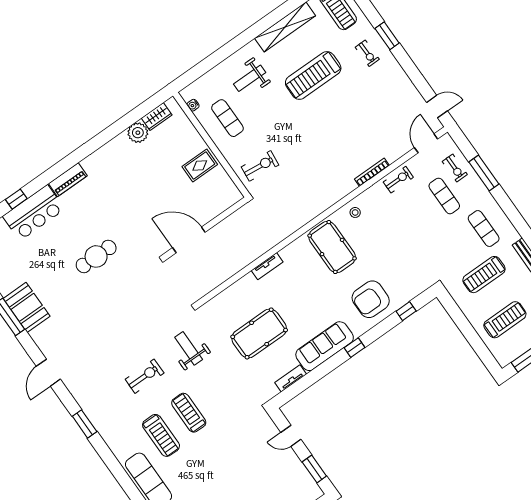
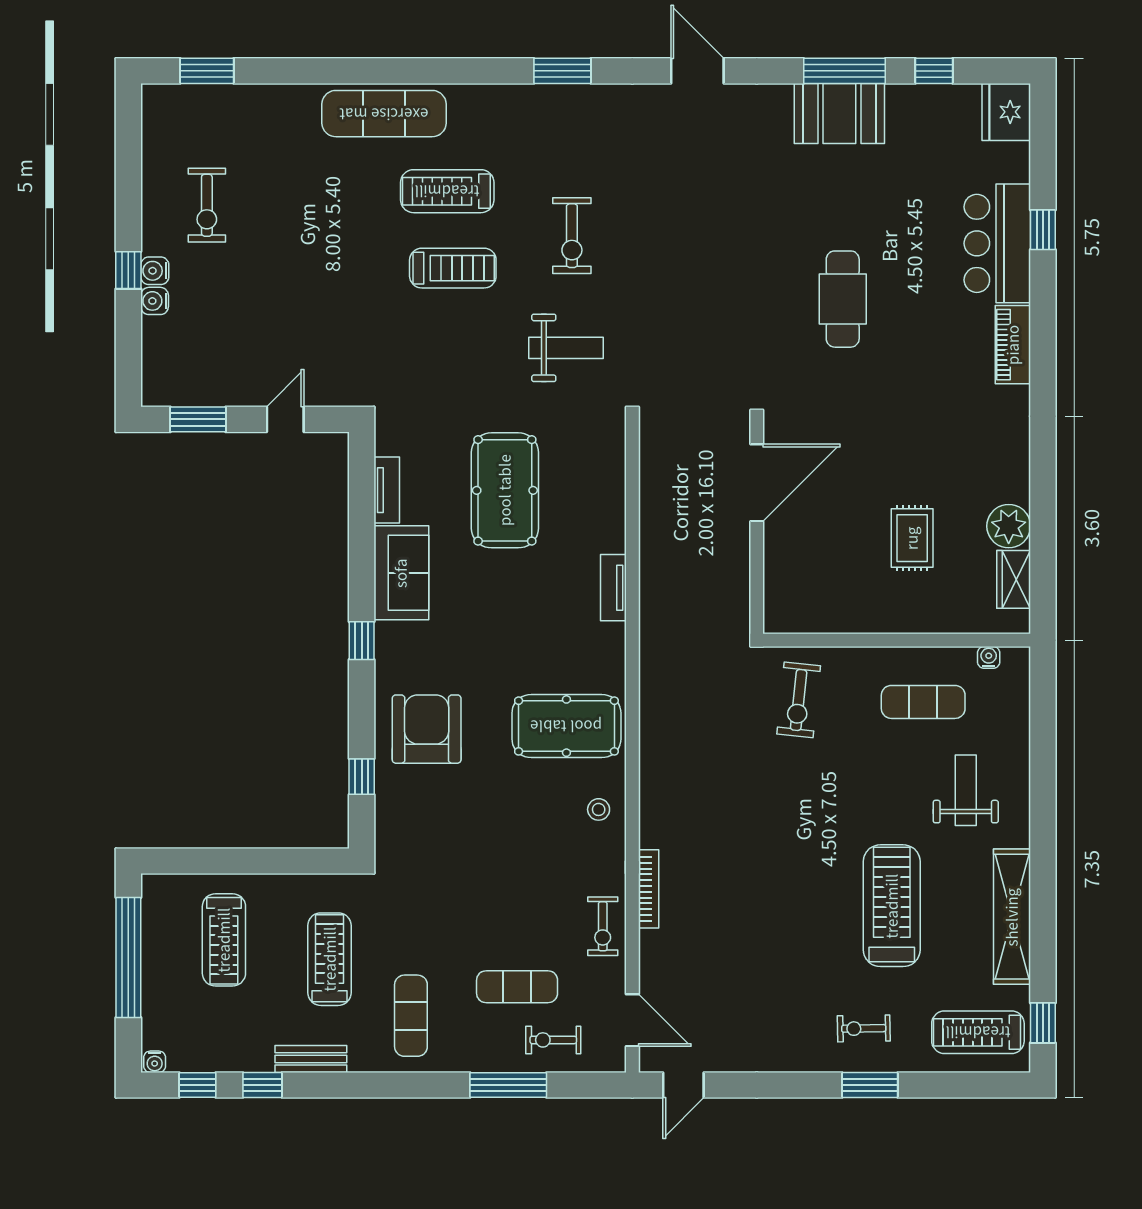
rug: (200, 165) -> (912, 538), moved
exercise mat: (484, 228) -> (411, 1016), turned 90
sofa: (325, 346) -> (401, 573), width x0.73

